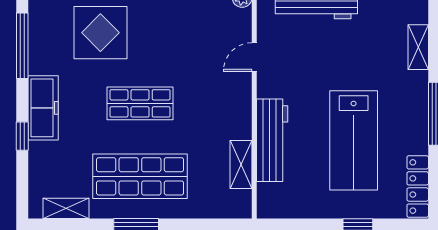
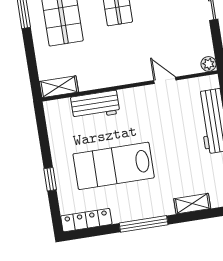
workbench: (272, 140) -> (95, 105), width x0.73
shelving: (241, 164) -> (59, 87), moved

